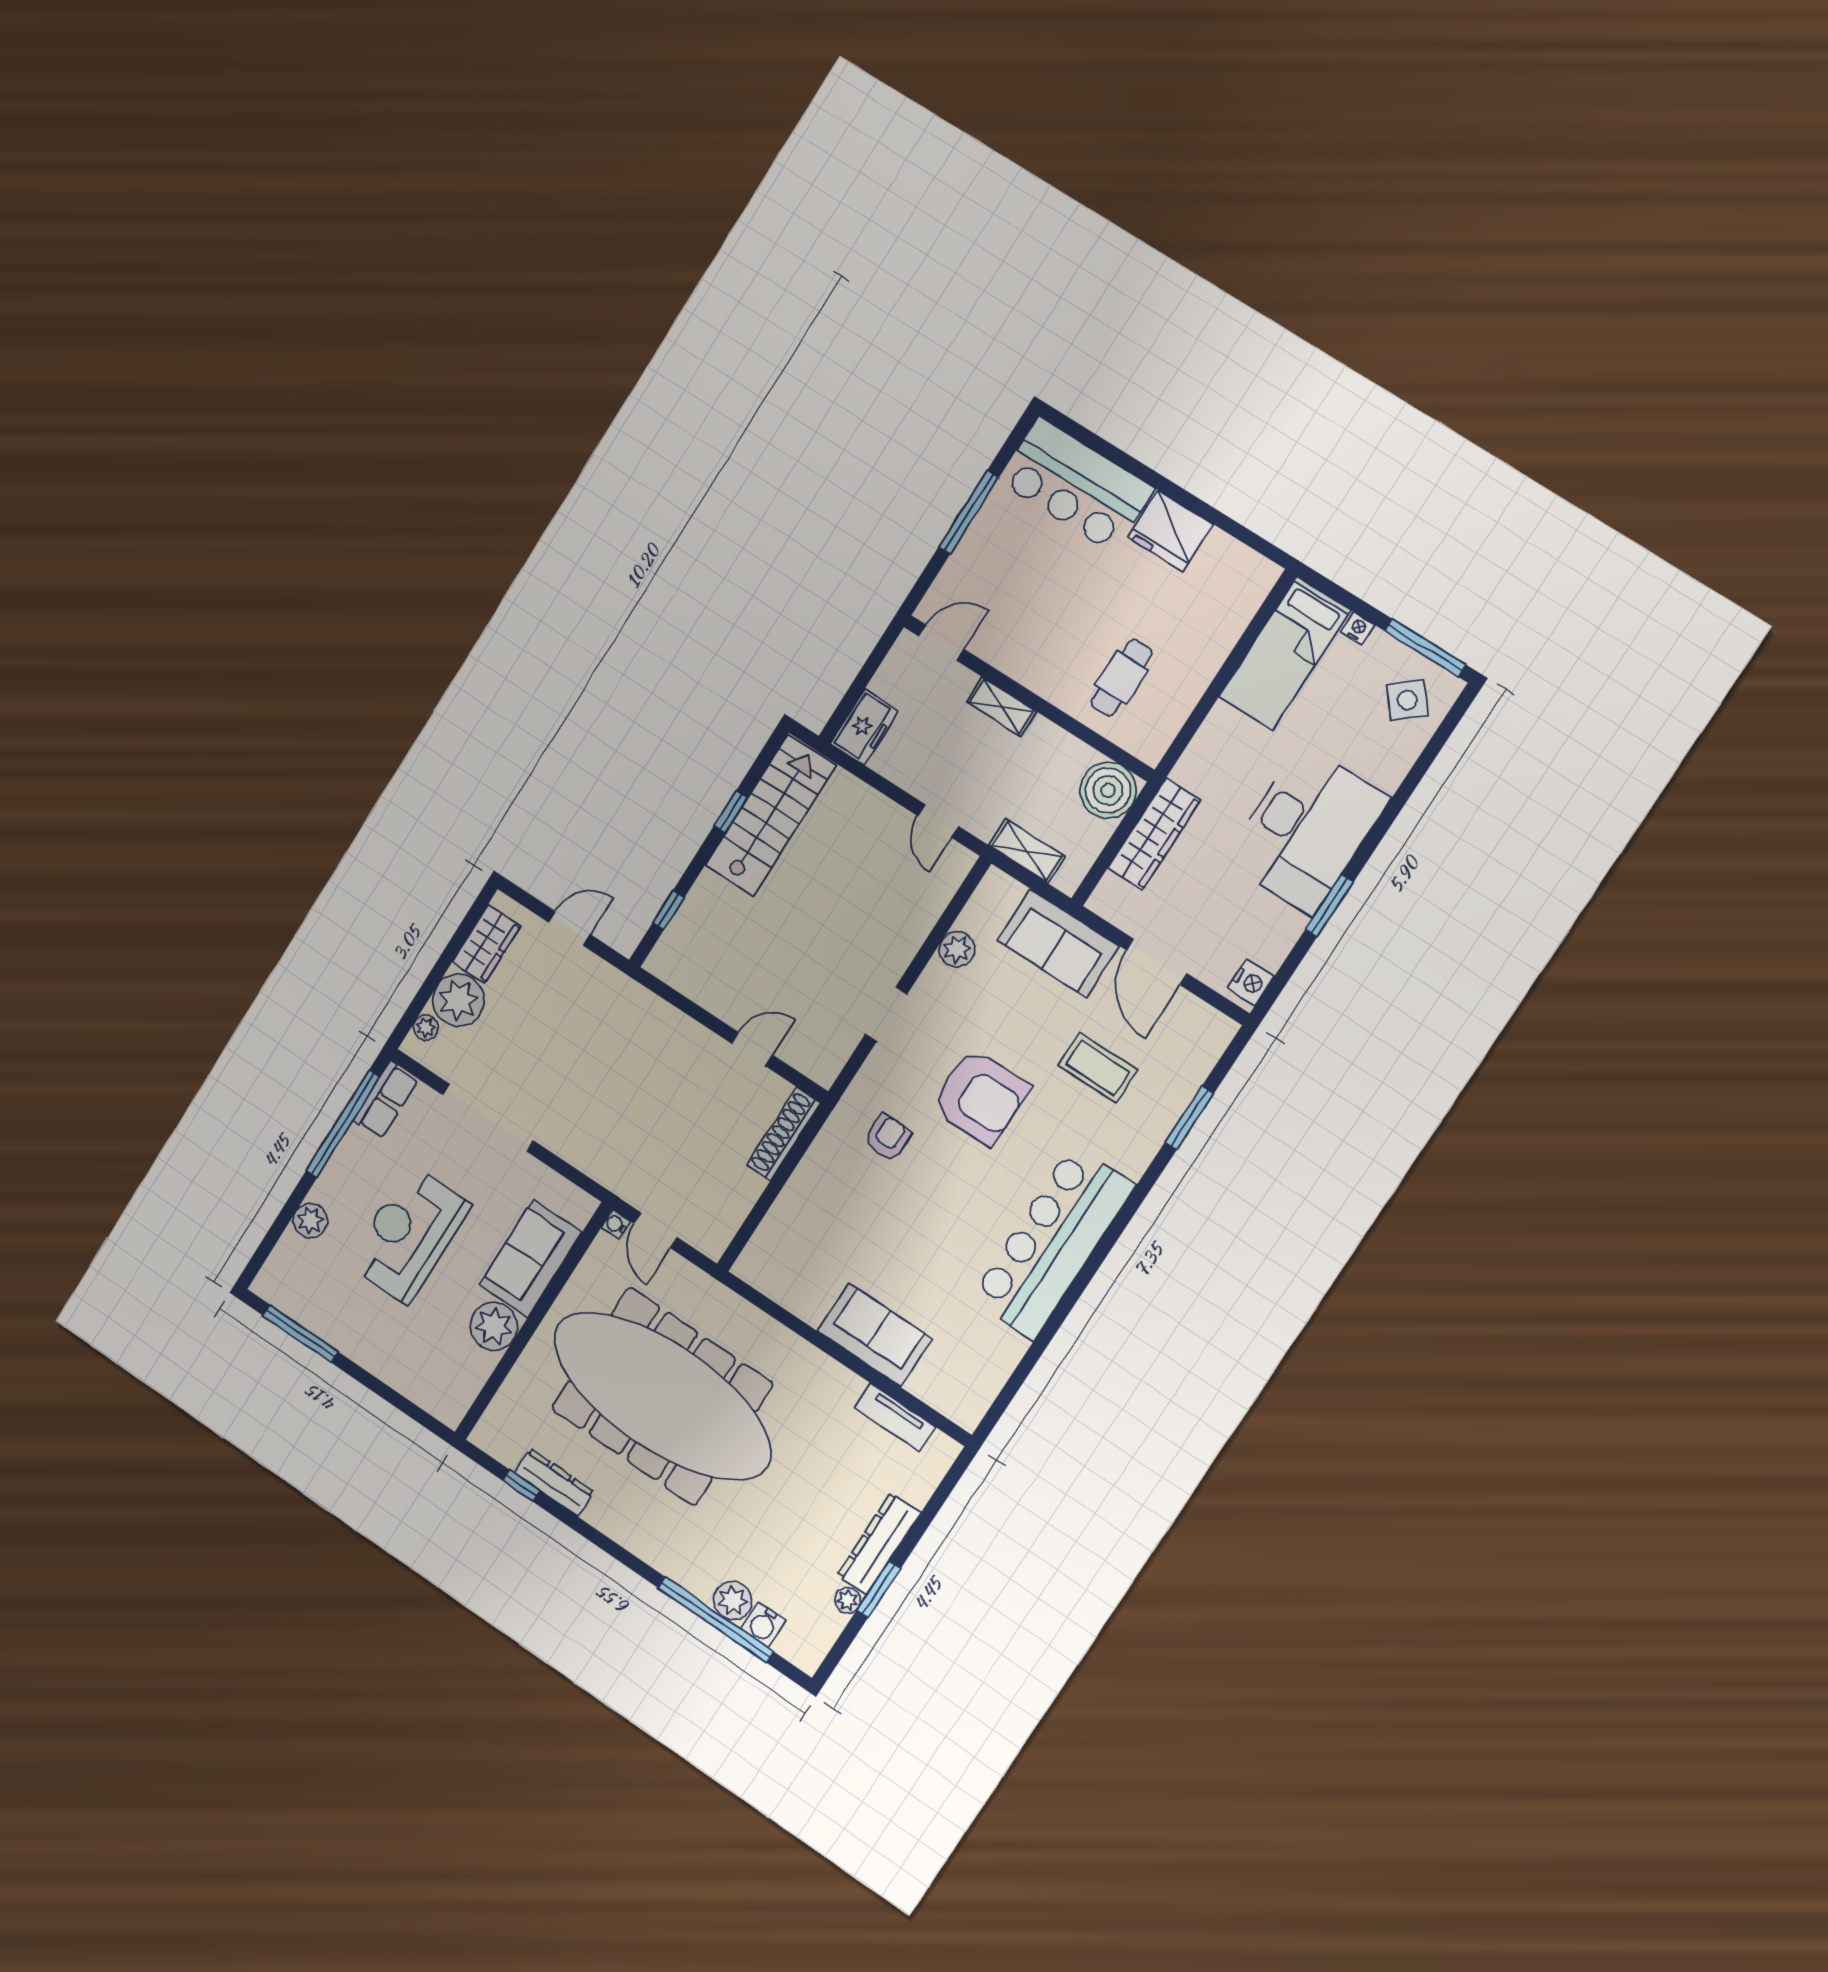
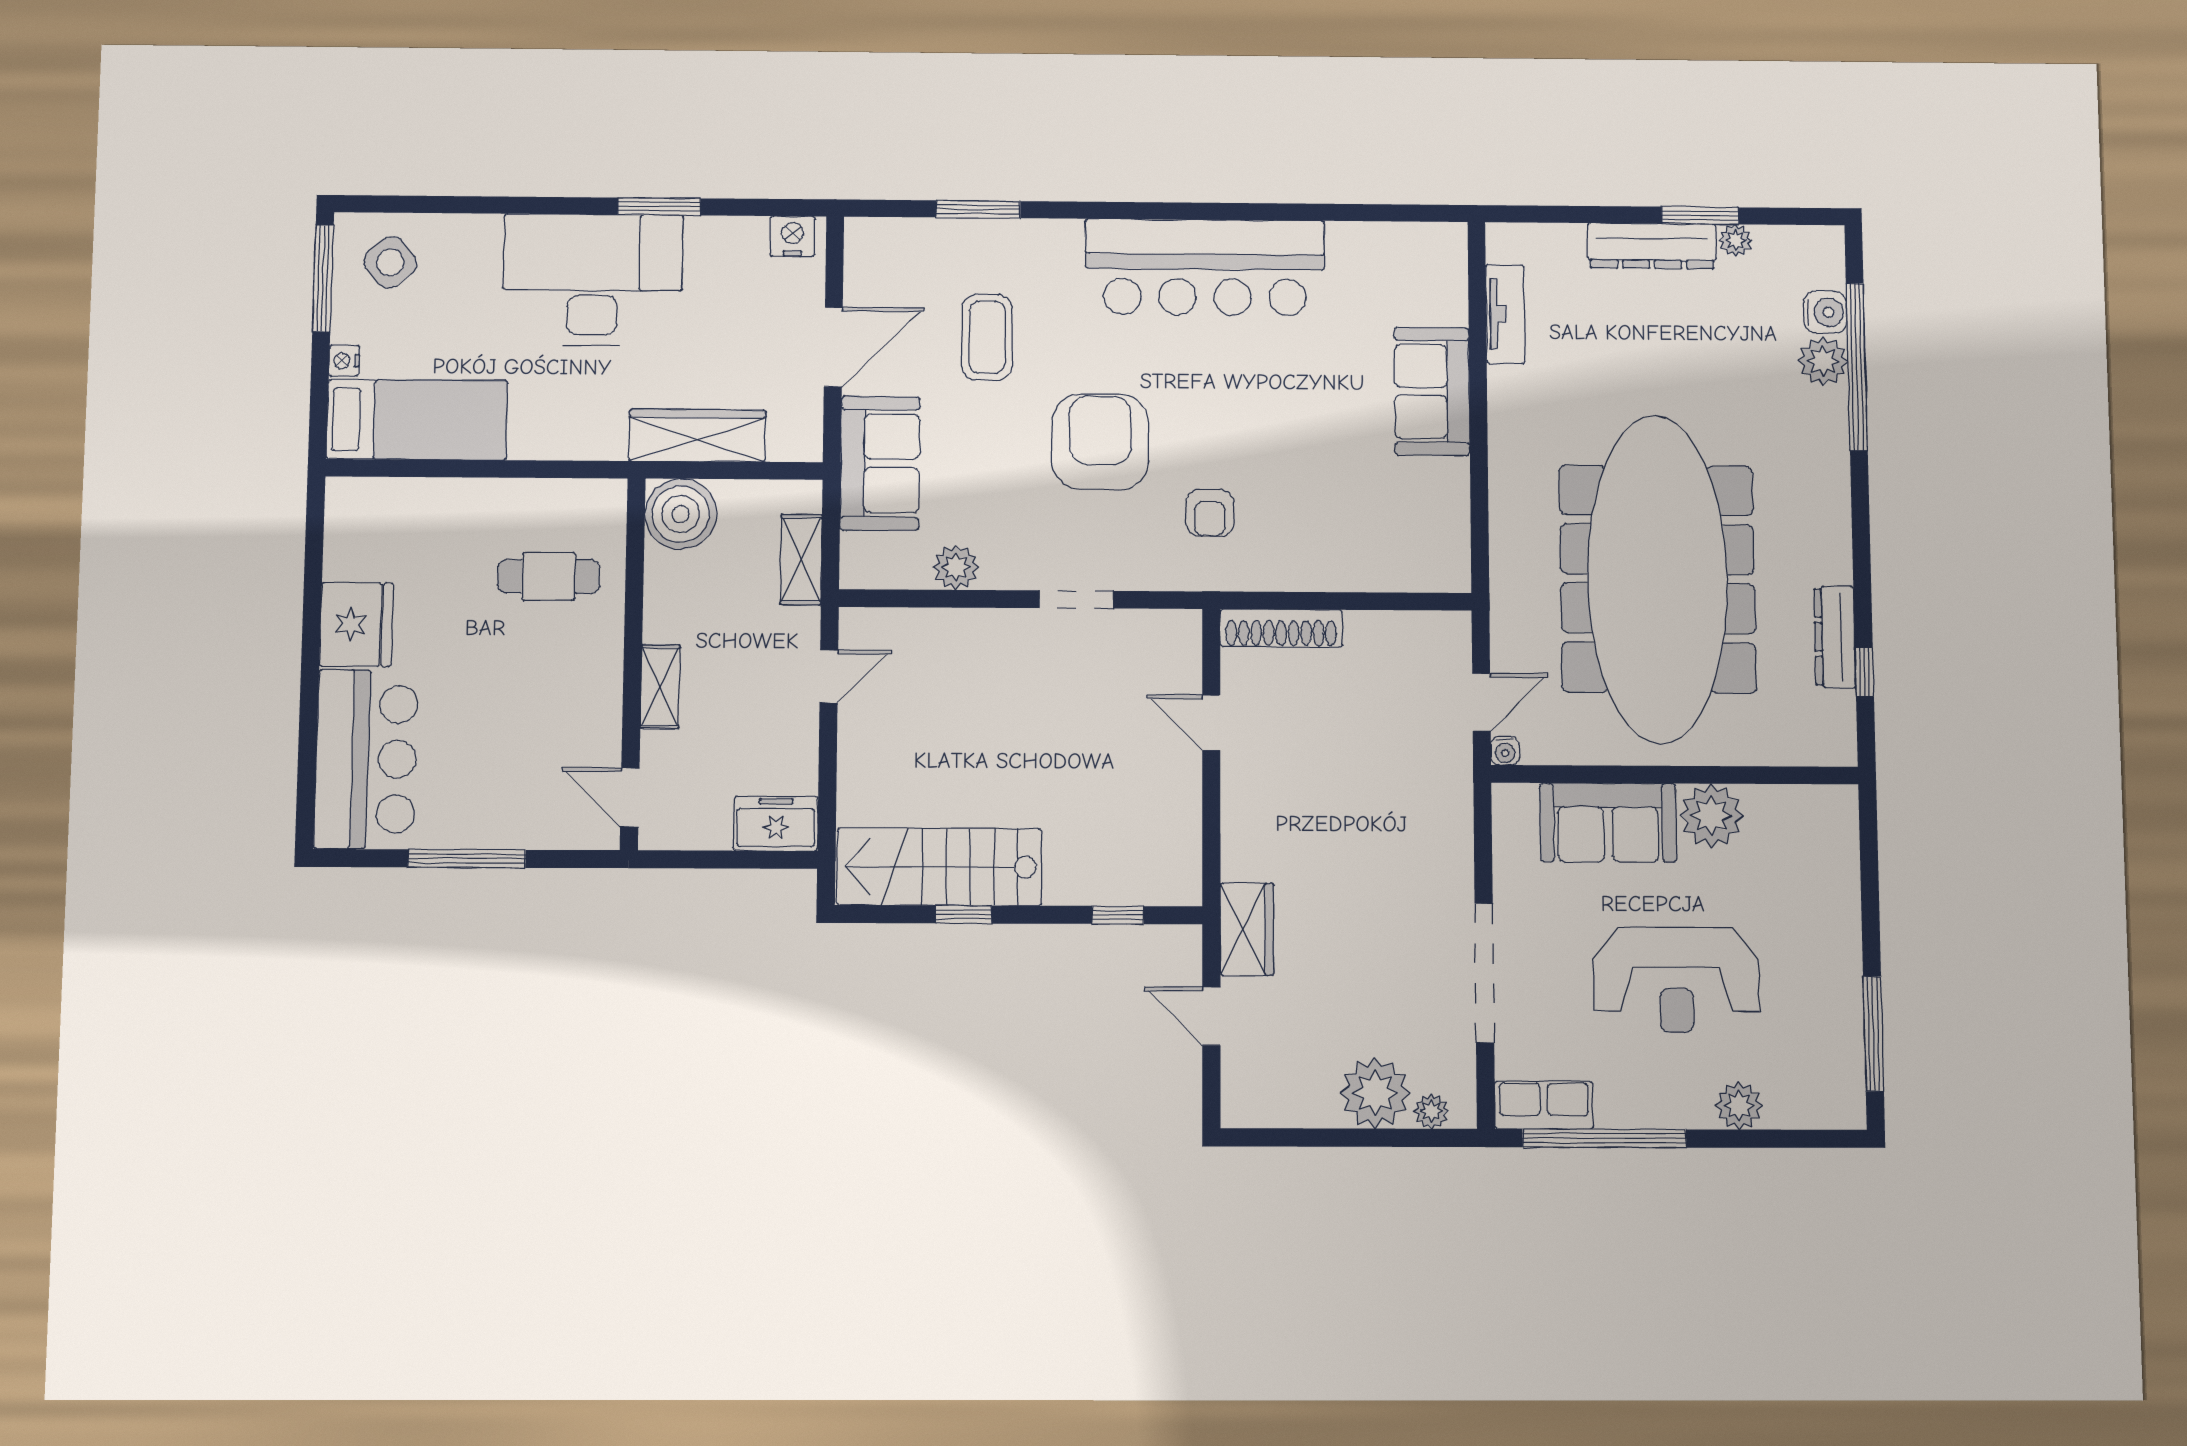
wardrobe: (487, 944) -> (1247, 929), moved, turned 90
armchair: (888, 1137) -> (1210, 513), turned -90

